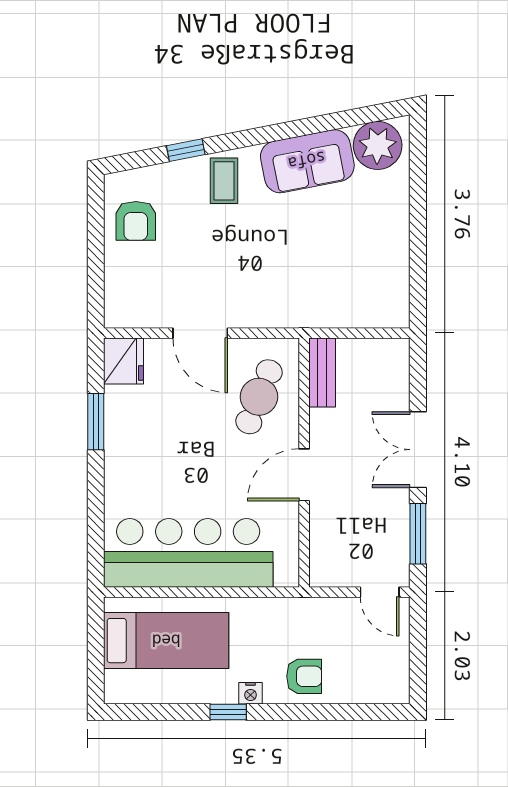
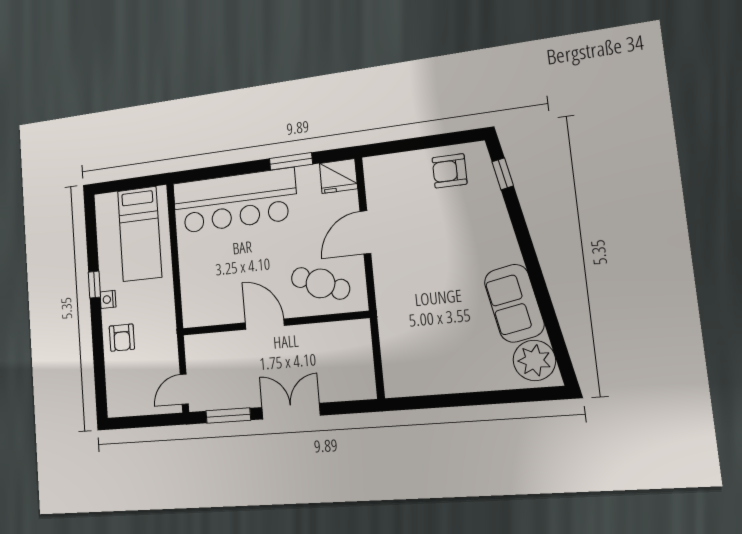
window: (186, 150) -> (503, 174), moved
coffee table: (224, 181) -> (490, 237), removed
bench: (322, 372) -> (344, 331), removed
bar counter: (188, 553) -> (234, 201), moved, turned 90

